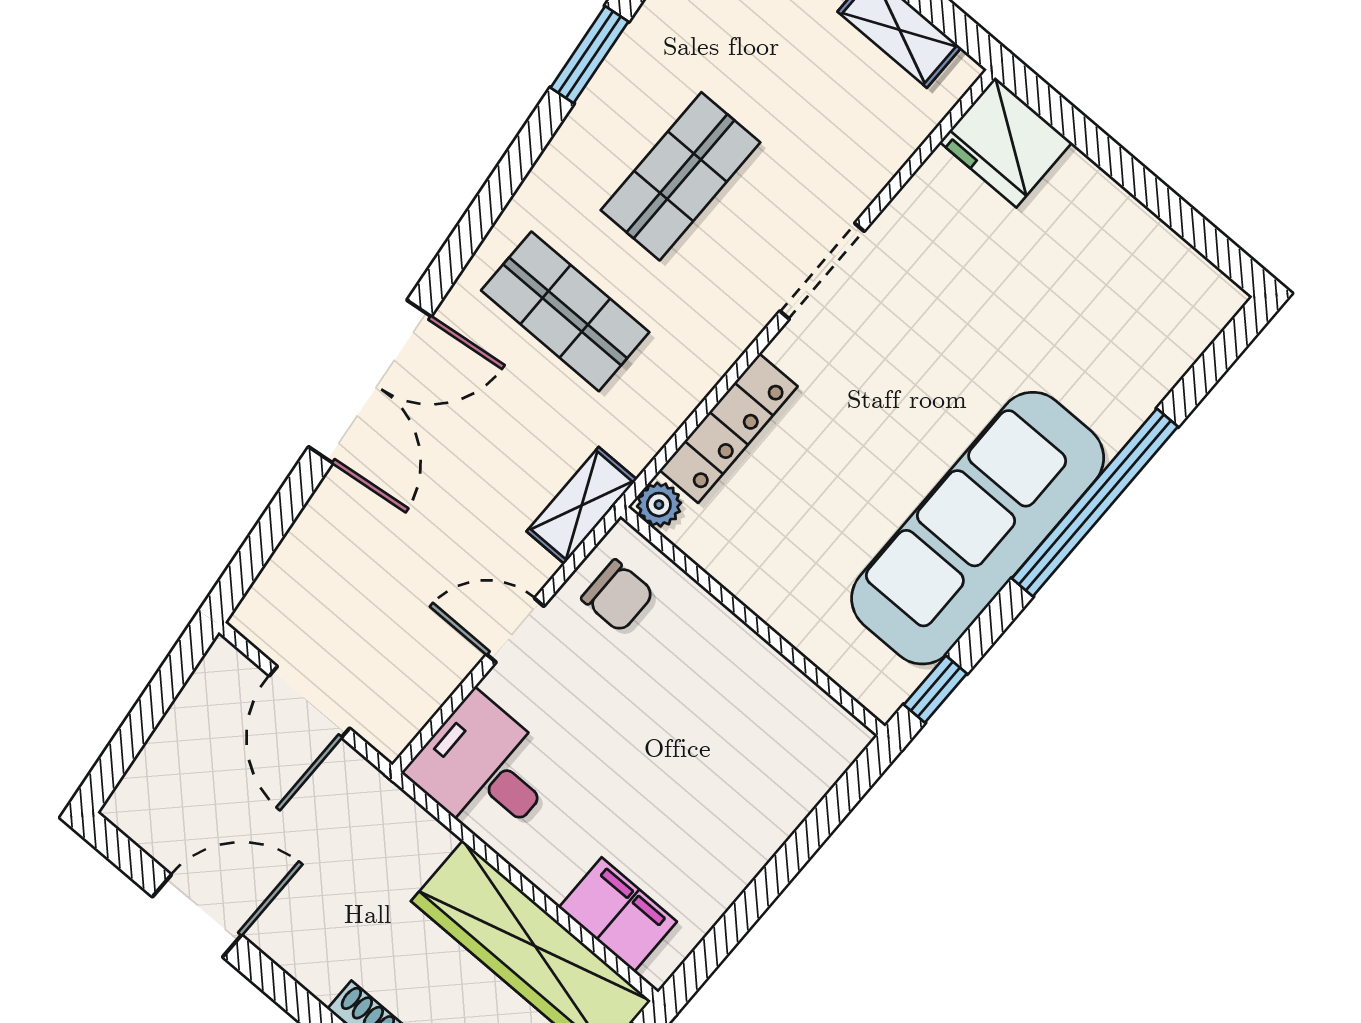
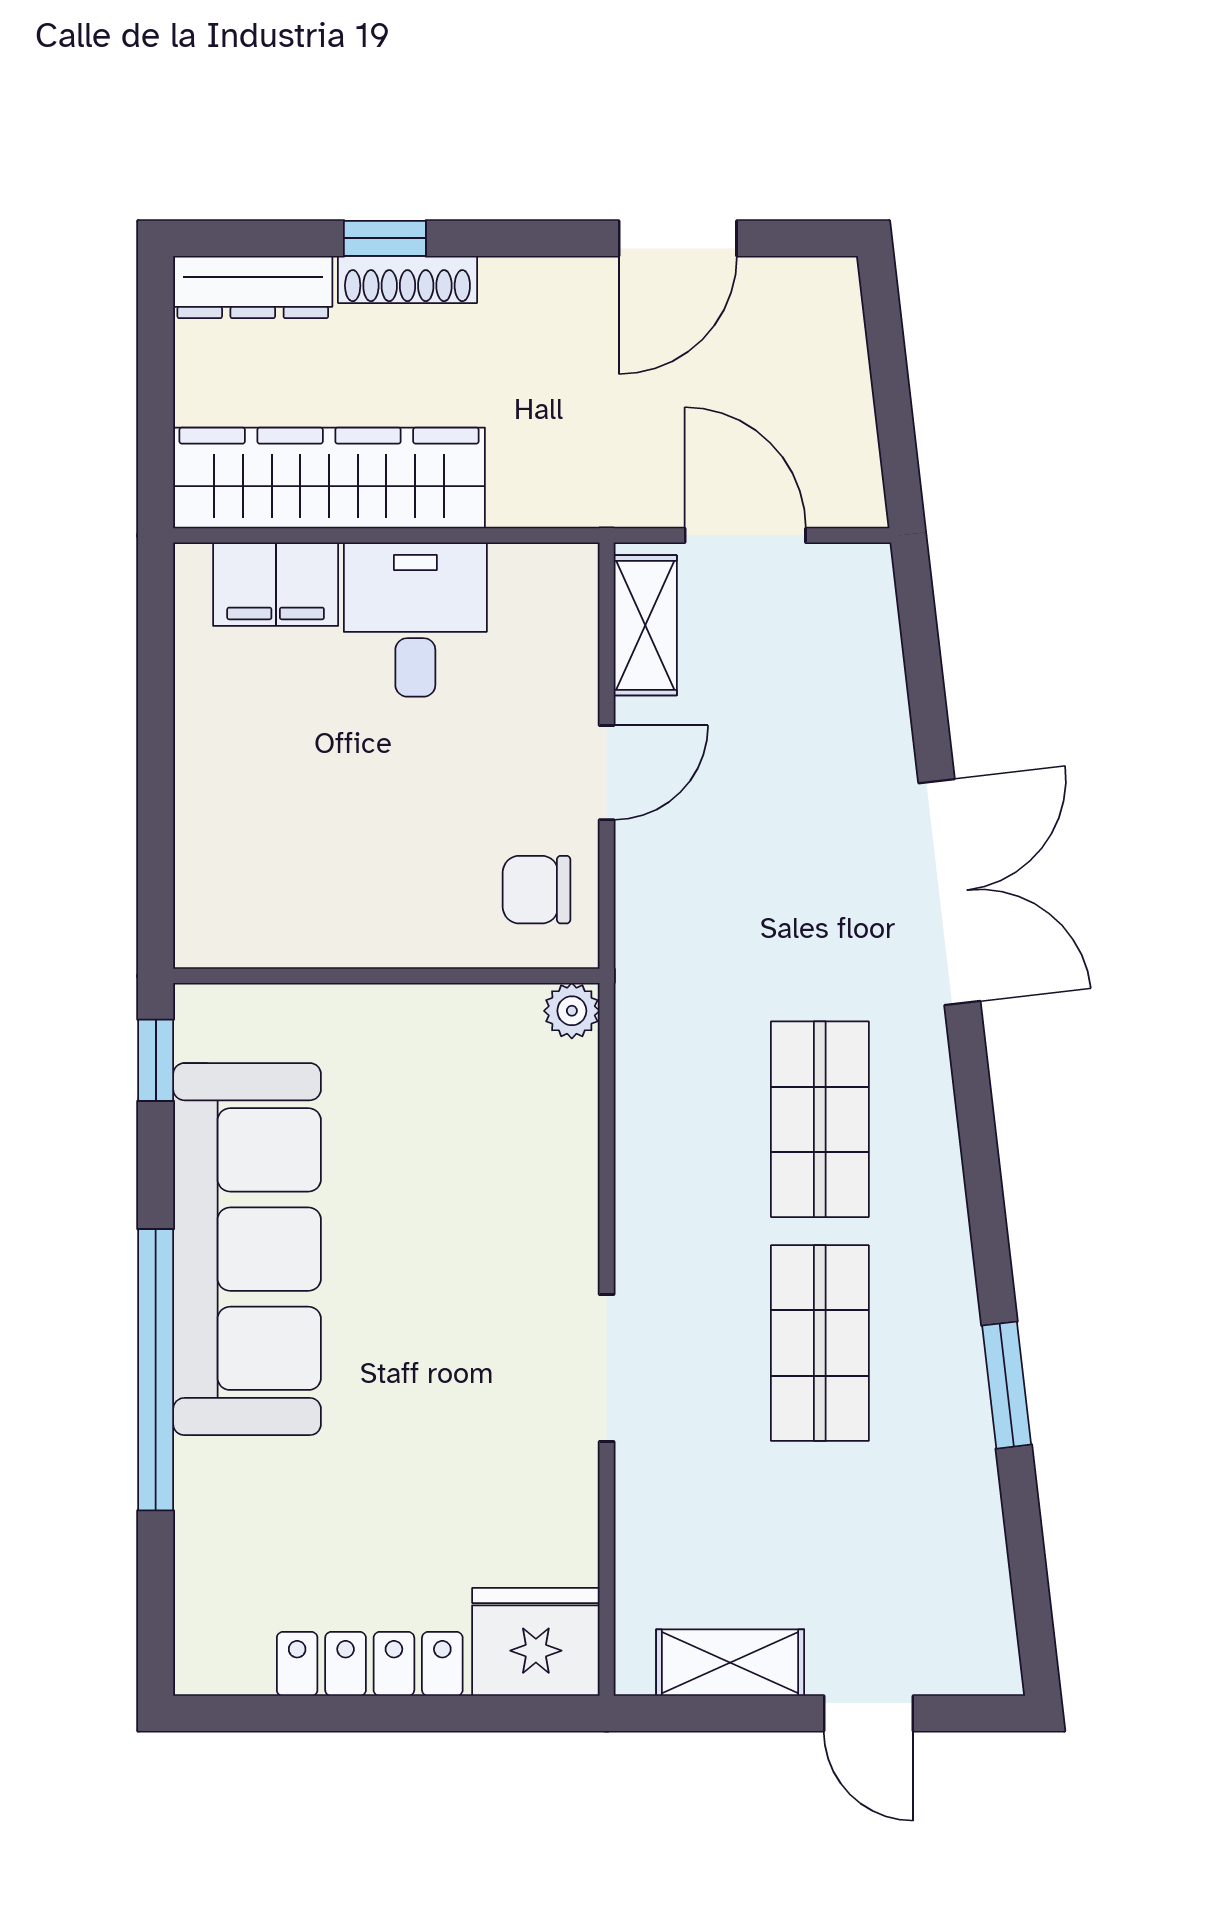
shop shelf: (565, 311) -> (820, 1119), turned 90
double door: (370, 382) -> (949, 892), swing flipped
locker: (729, 428) -> (370, 1664), moved, turned 90
shelving: (582, 505) -> (645, 625), moved
desk: (484, 769) -> (415, 620), moved, turned -90

